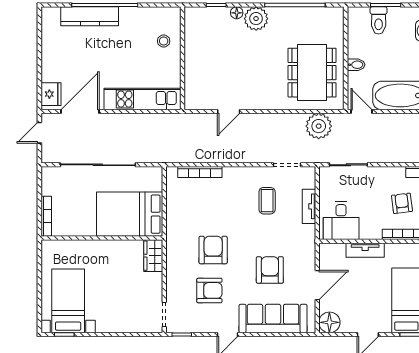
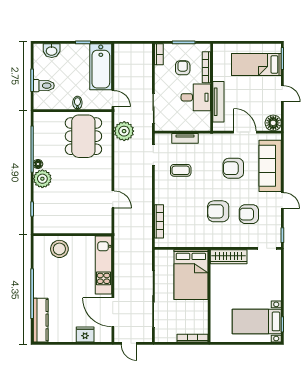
floor lamp: (237, 13) -> (38, 164), moved
kitchen counter: (90, 16) -> (41, 320), moved
stool: (164, 41) -> (59, 249), width x1.89, depth x1.89
dining table: (312, 73) -> (83, 136), turned 90
fridge: (51, 94) -> (85, 334), moved
door: (362, 112) -> (113, 99), swing flipped
armchair: (402, 203) -> (183, 68), turned 97
desk: (341, 221) -> (196, 97), moved
tv unit: (365, 250) -> (218, 102), width x1.41
wardrobe: (153, 256) -> (229, 257), width x1.50
armchair: (209, 290) -> (249, 214), turned -90

